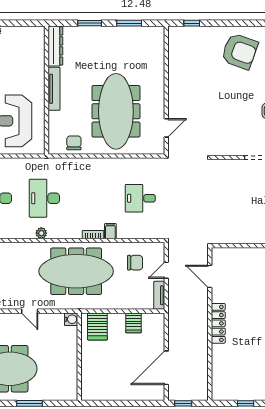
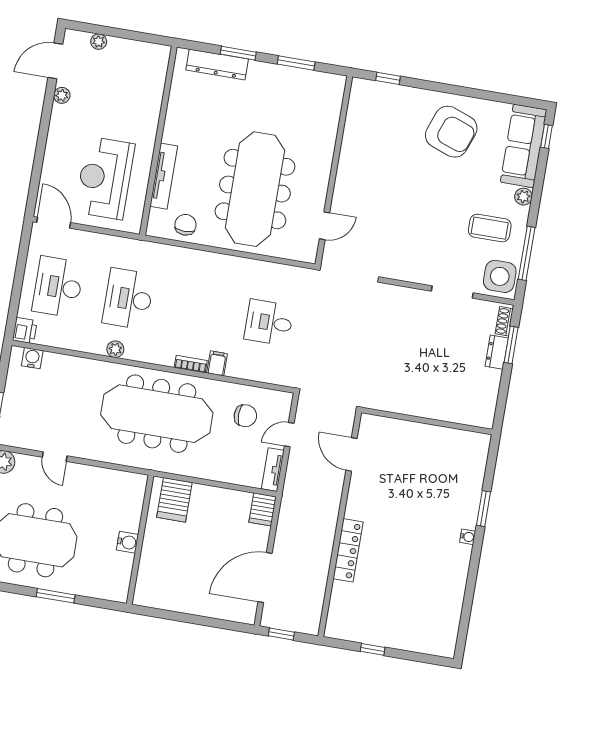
dresser: (55, 46) -> (217, 64), moved, turned 90
tv unit: (54, 89) -> (164, 176), moved
door: (30, 311) -> (55, 457), moved
water cooler: (71, 319) -> (127, 542), moved
server rack: (133, 323) -> (263, 509), moved
locker: (218, 323) -> (348, 550), moved

